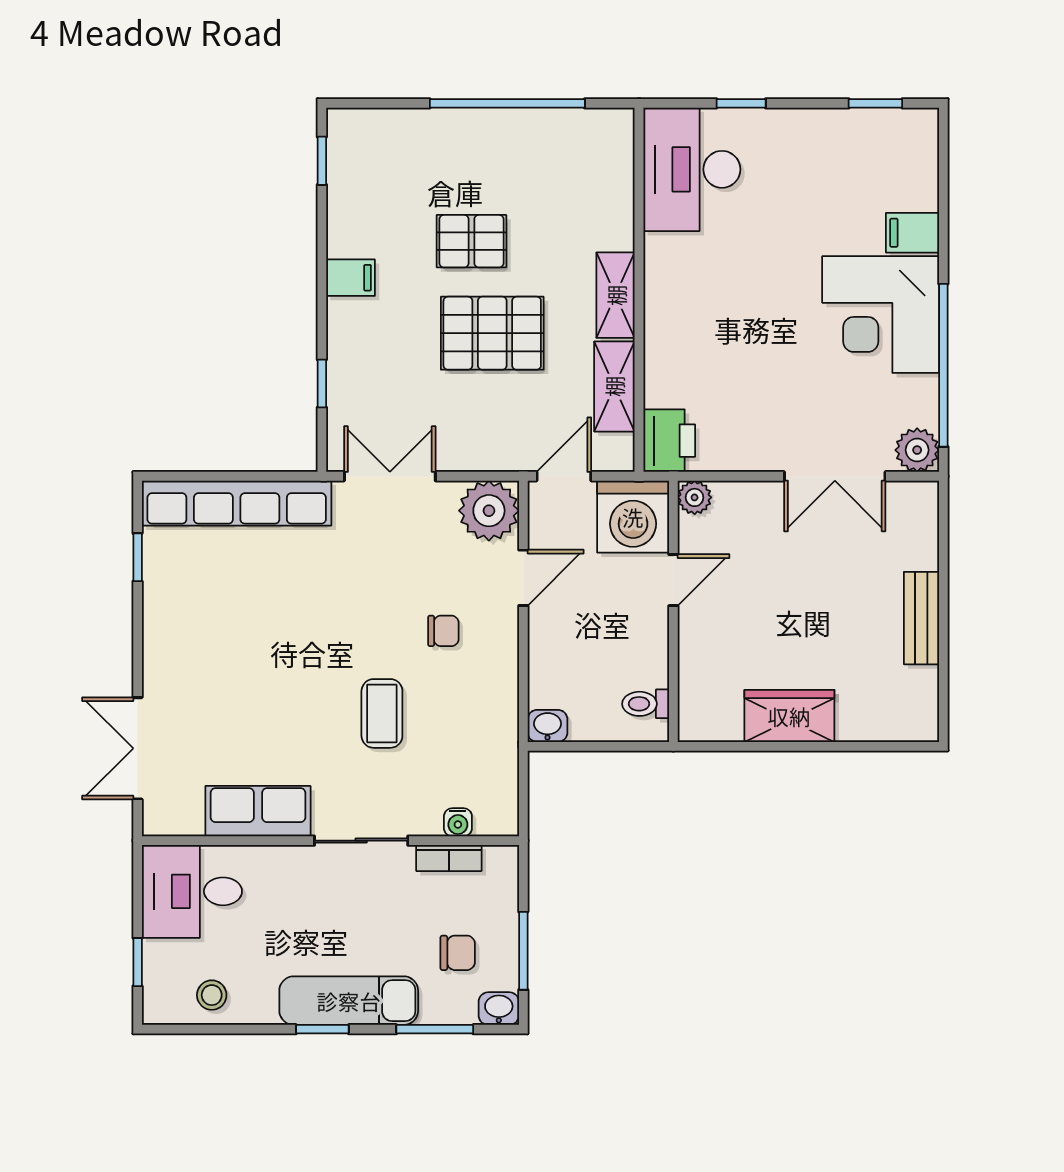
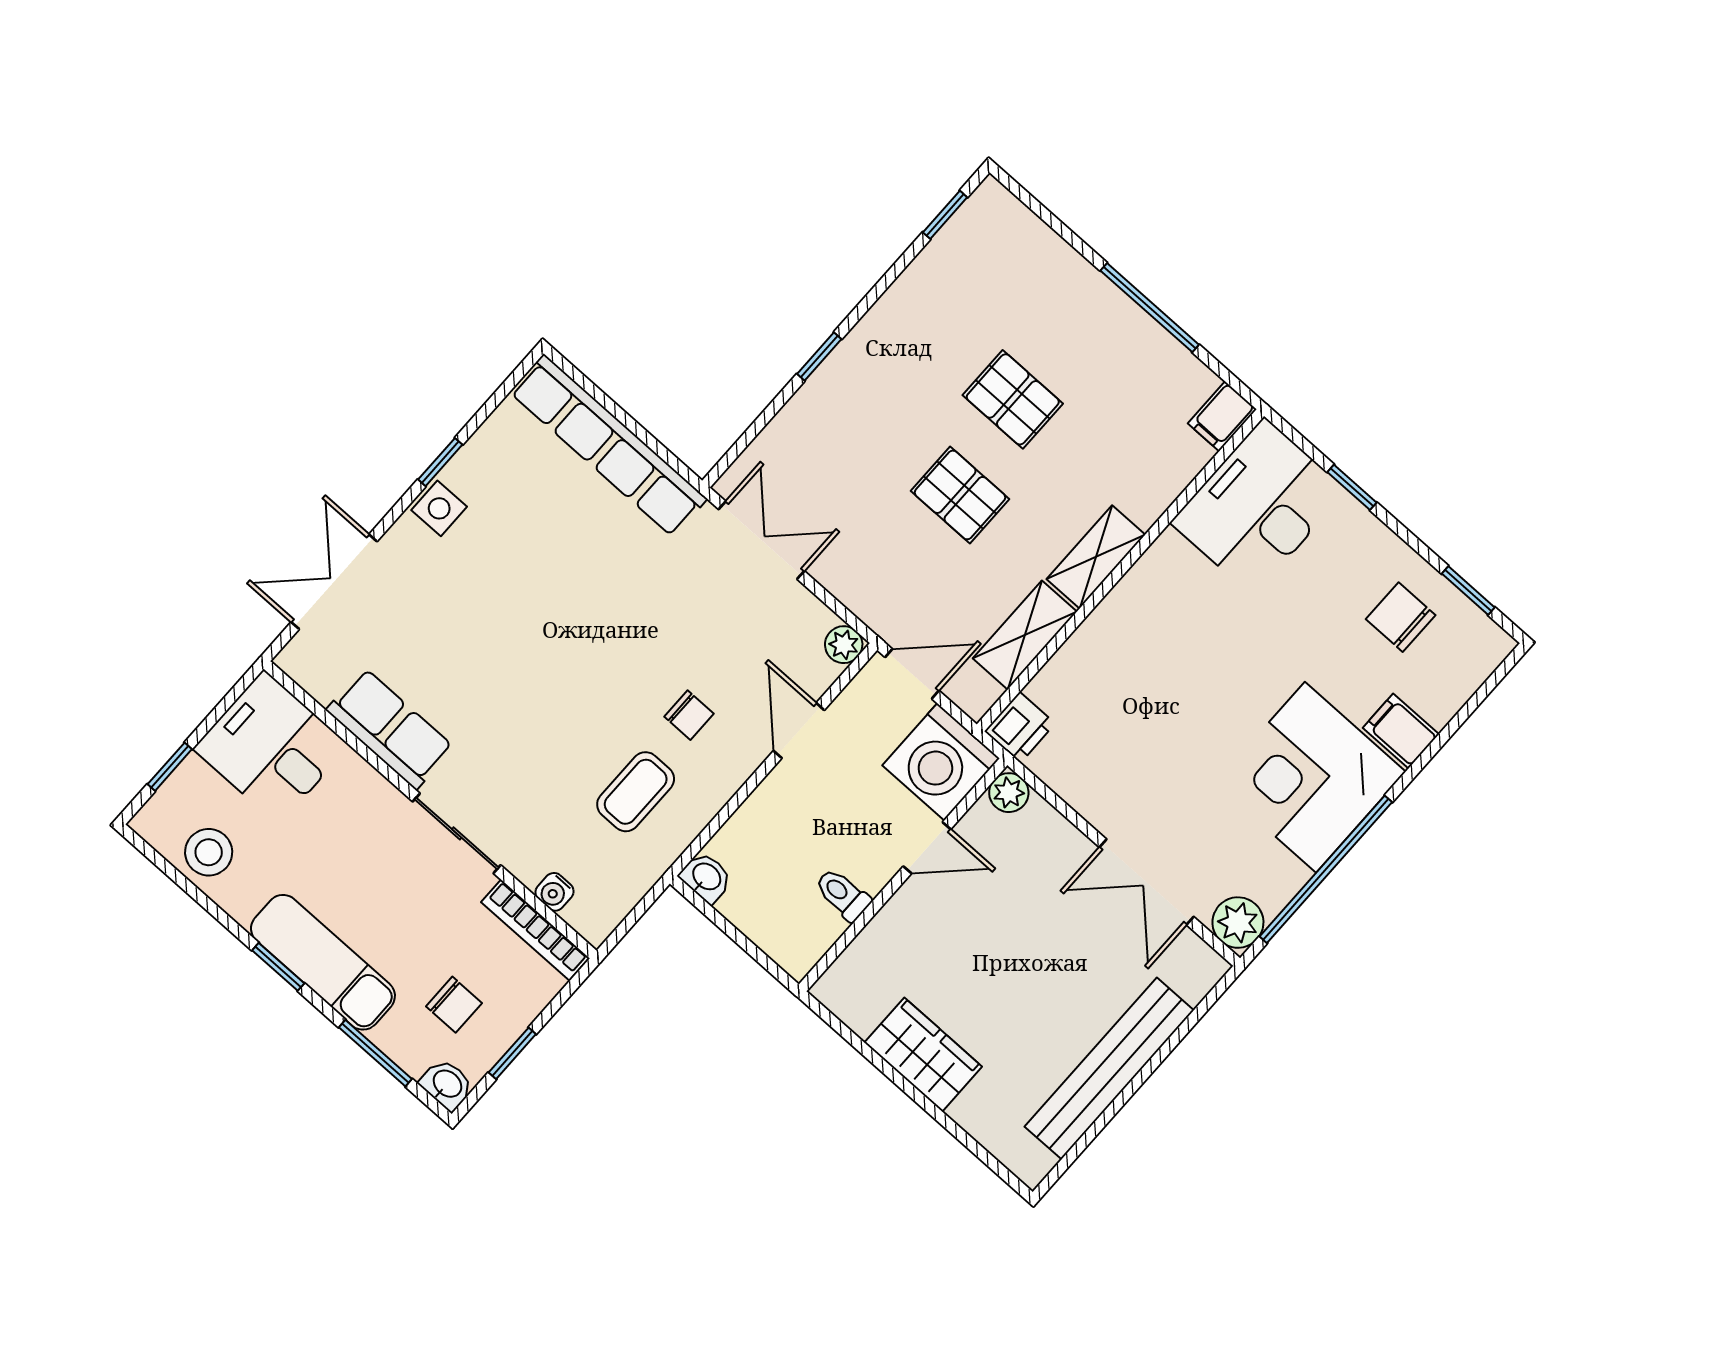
window: (507, 103) -> (1150, 308), width x0.68
chair: (847, 159) -> (1401, 617), added
filing cabinet: (351, 278) -> (1222, 416), moved, turned 90
pallet: (492, 333) -> (960, 495), width x0.67, depth x0.71
window: (322, 383) -> (819, 356), moved
printer: (669, 441) -> (1020, 727), width x0.73, depth x0.81
plant: (489, 511) -> (844, 645), width x0.53, depth x0.53
window: (138, 557) -> (440, 462), moved
door: (523, 578) -> (799, 731), swing flipped
bench: (921, 618) -> (1109, 1068), width x1.86, depth x1.21
side table: (163, 641) -> (439, 508), added
toilet: (646, 704) -> (843, 894), moved
coffee table: (382, 713) -> (636, 792), moved
bookcase: (449, 858) -> (535, 930), width x1.56
window: (523, 951) -> (512, 1053), width x0.67
stool: (212, 995) -> (209, 852), width x1.37, depth x1.37

